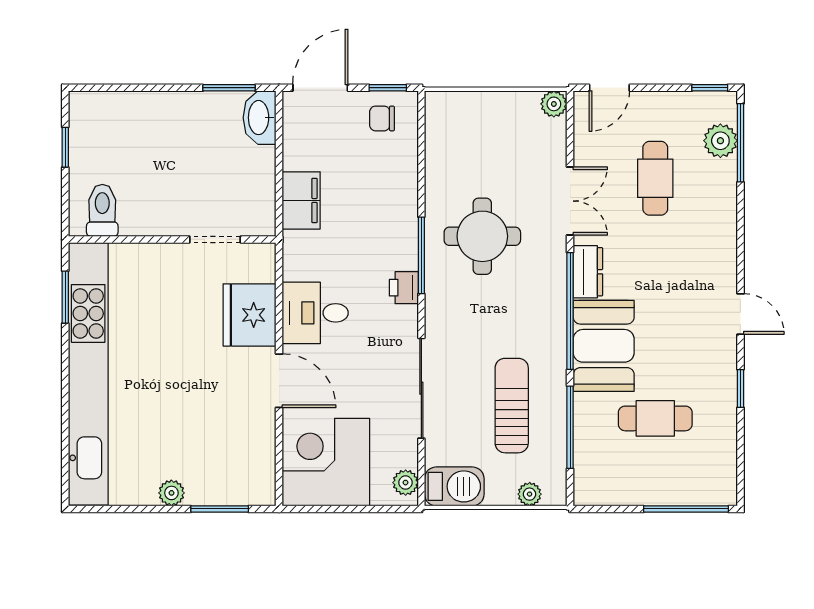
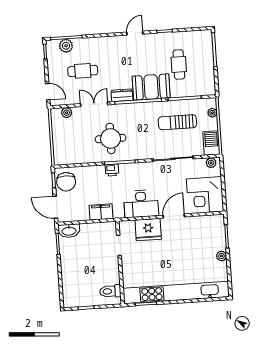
plant: (554, 104) -> (67, 113), moved
chair: (382, 118) -> (66, 182), width x1.87, depth x1.87
printer: (404, 288) -> (112, 170), moved
desk: (315, 313) -> (141, 204), width x1.37

